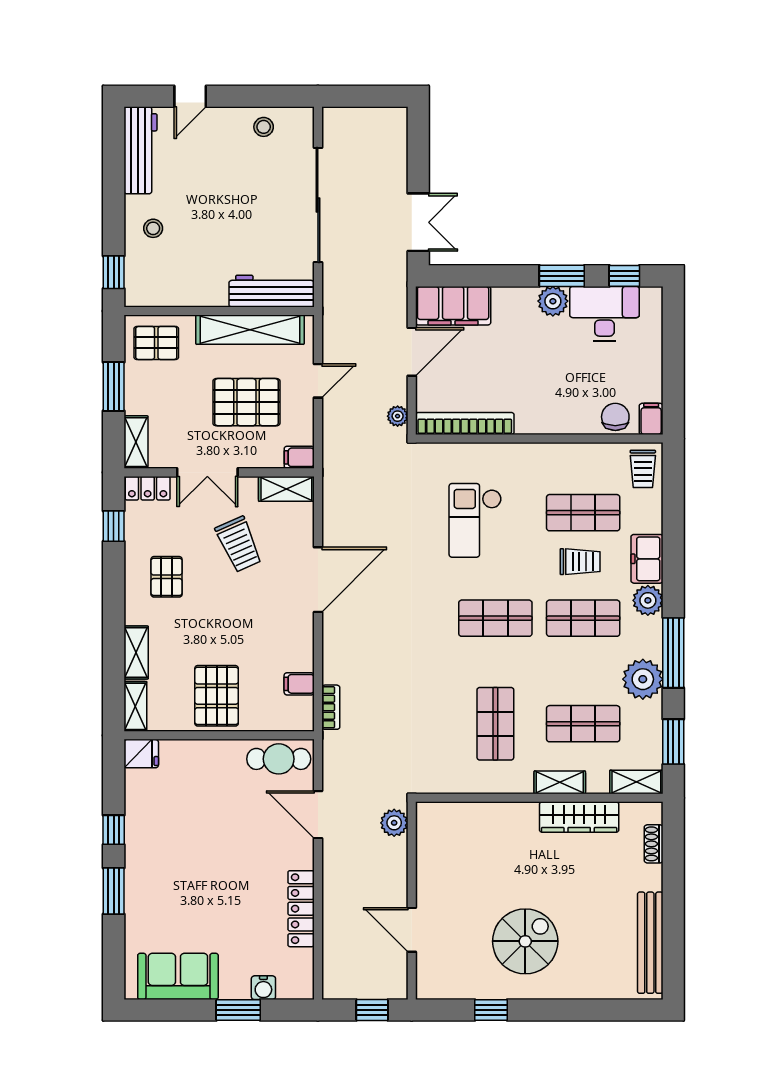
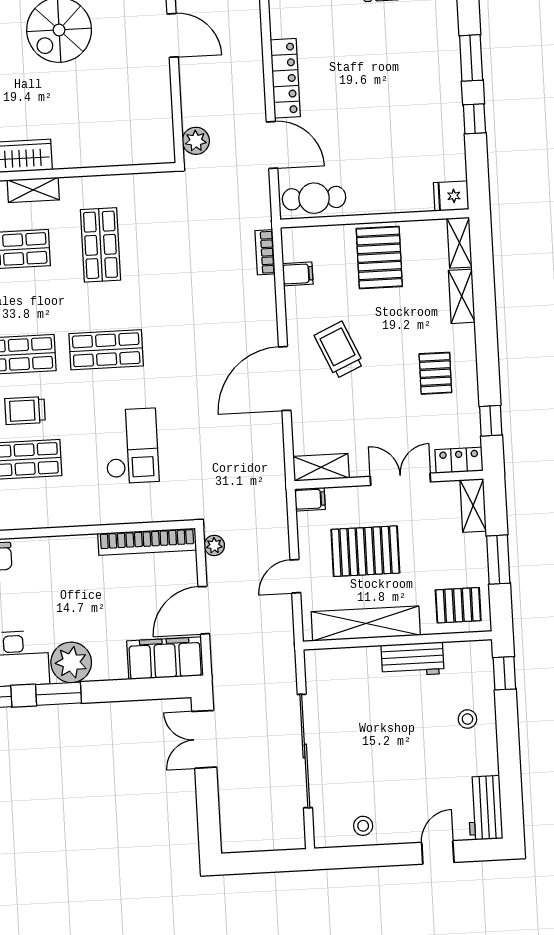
workbench: (140, 150) -> (485, 808), width x0.73
workbench: (272, 291) -> (412, 659), moved, width x0.73
plant: (553, 301) -> (71, 662), width x1.36, depth x1.36
trolley: (239, 544) -> (339, 350), moved
locker: (301, 909) -> (285, 78), moved

